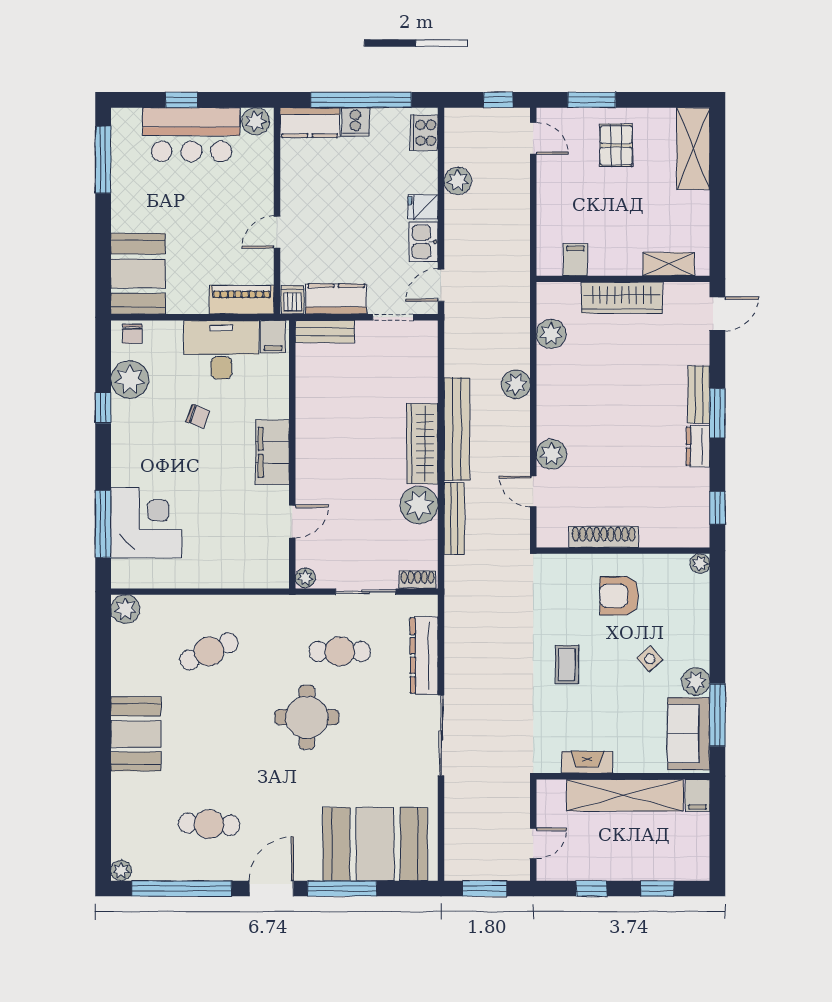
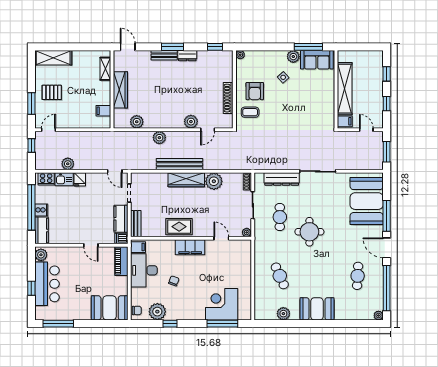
kitchen sink: (423, 242) -> (64, 179), moved
rug: (318, 428) -> (179, 227), added
bench: (454, 518) -> (220, 165), removed
plant: (125, 609) -> (283, 314), moved
coffee table: (567, 665) -> (250, 112), moved
fireplace: (587, 762) -> (330, 105), removed
filing cabinet: (697, 796) -> (345, 121), moved

